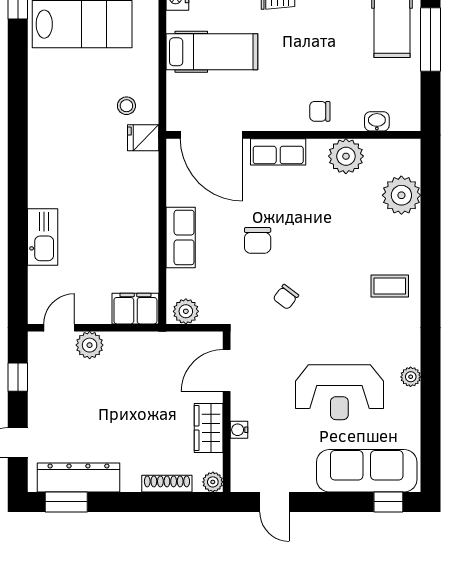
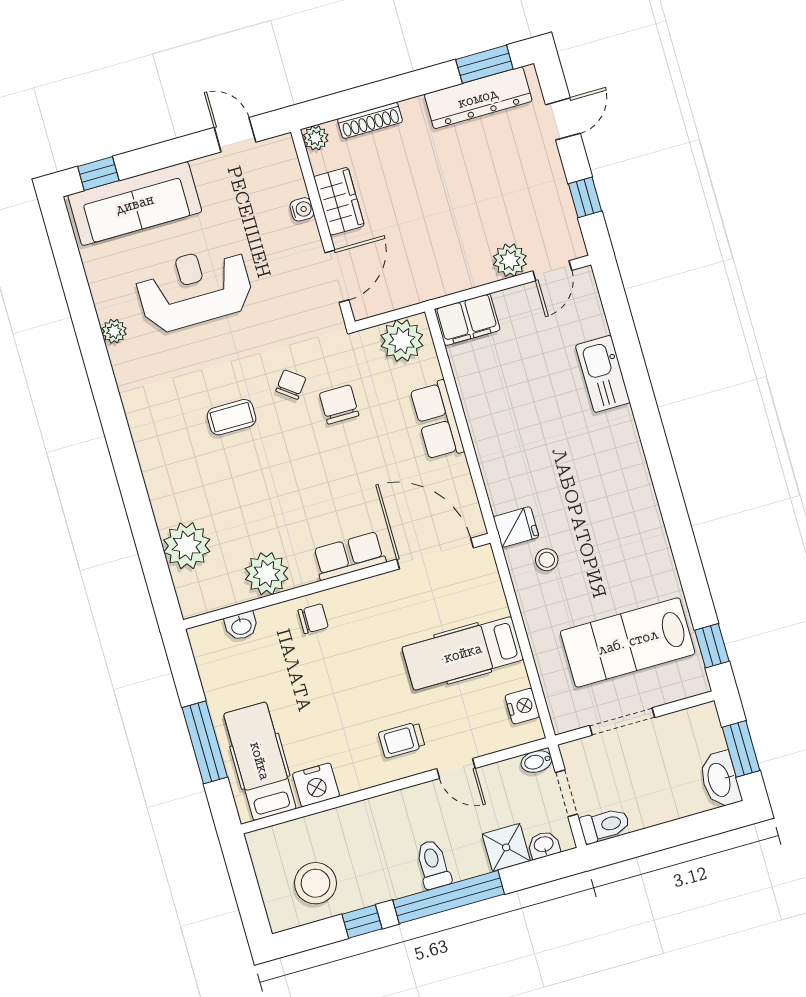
chair: (258, 240) -> (339, 404), moved
coffee table: (390, 286) -> (231, 417), moved
plant: (186, 311) -> (402, 341), width x1.36, depth x1.36

